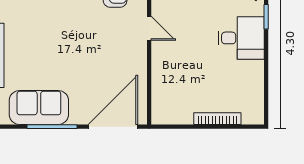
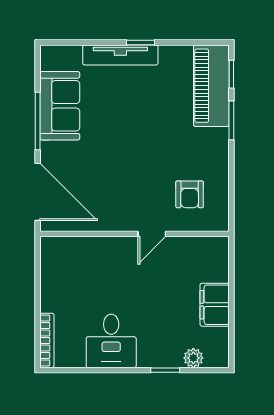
desk: (241, 38) -> (111, 341), moved
bookcase: (217, 119) -> (47, 340), moved

